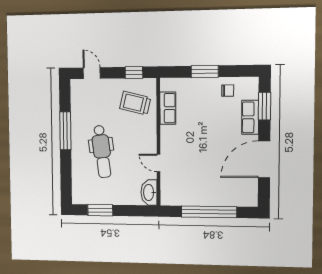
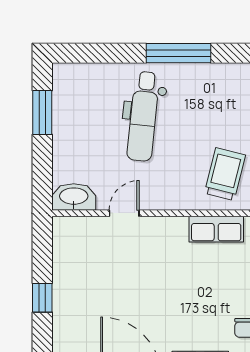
dental chair: (102, 152) -> (143, 116), turned -77
window: (209, 212) -> (42, 298), width x0.32

